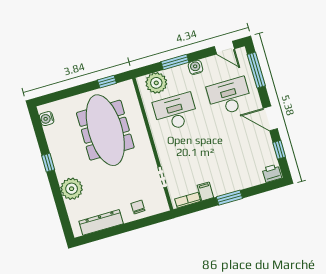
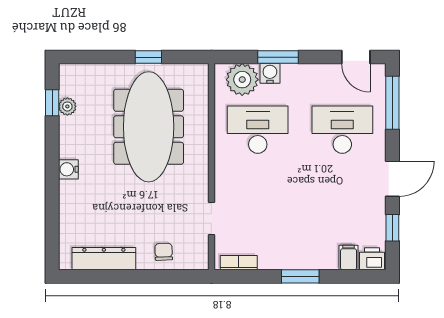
water cooler: (195, 67) -> (270, 73), moved
window: (107, 82) -> (148, 57), moved
door: (270, 118) -> (392, 179), swing flipped
water cooler: (47, 119) -> (68, 169), moved
window: (48, 163) -> (52, 103), moved
plant: (72, 189) -> (67, 106), moved, width x0.53, depth x0.53
filing cabinet: (205, 191) -> (349, 258), moved

